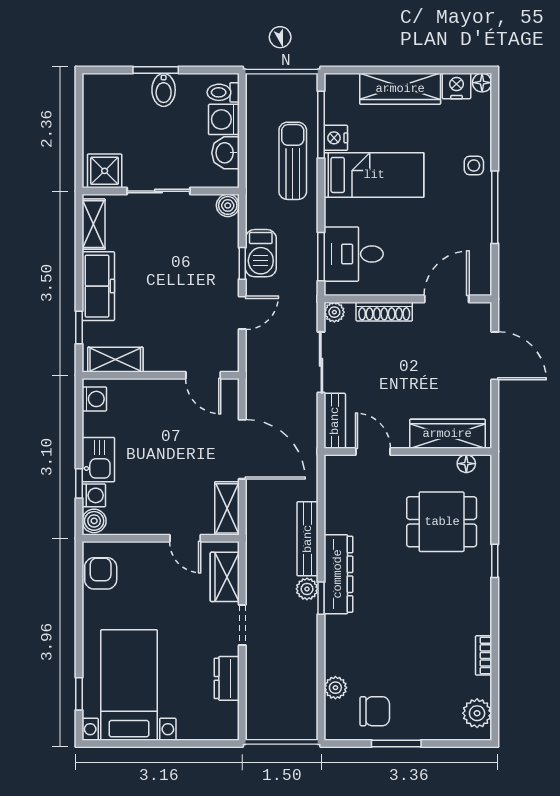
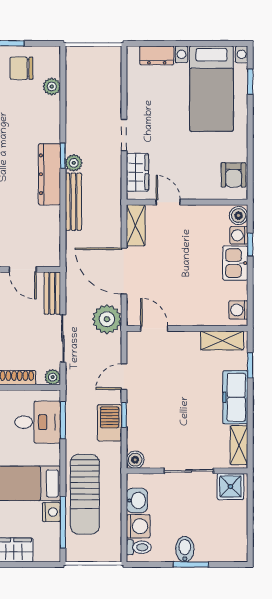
sun lounger: (293, 161) -> (85, 494), width x1.36, depth x1.34
plant: (264, 387) -> (107, 319), added
dresser: (227, 678) -> (157, 55), moved, turned 90

